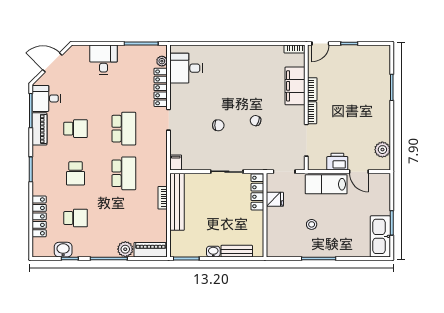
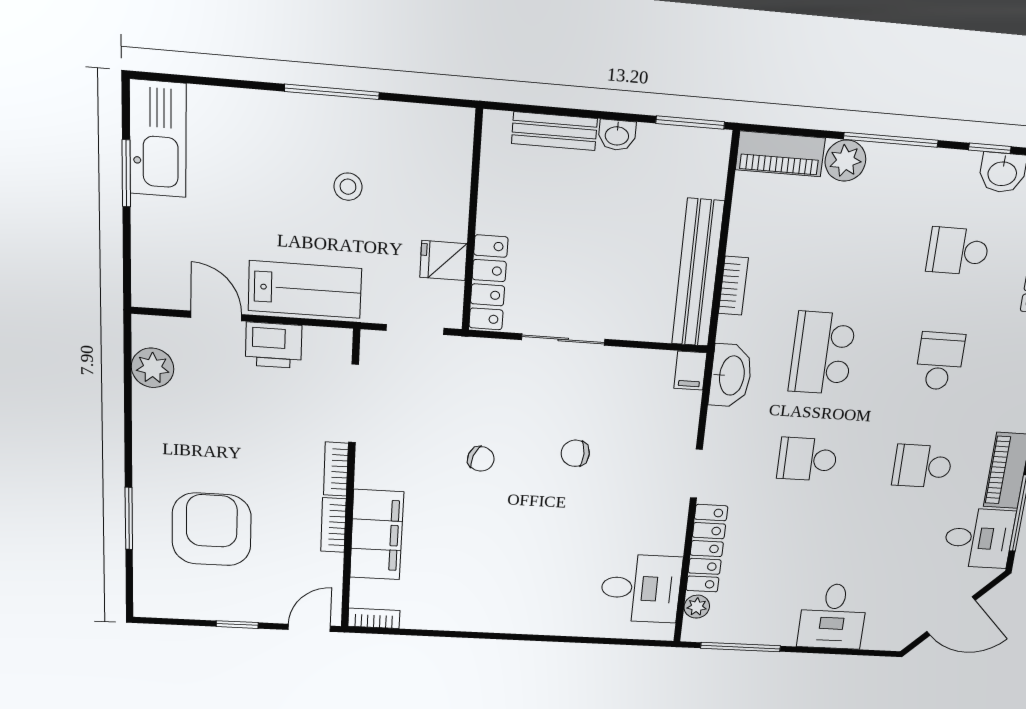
armchair: (360, 85) -> (212, 529), added
school desk: (124, 129) -> (807, 459), width x0.54
washbasin: (159, 162) -> (731, 375), added

